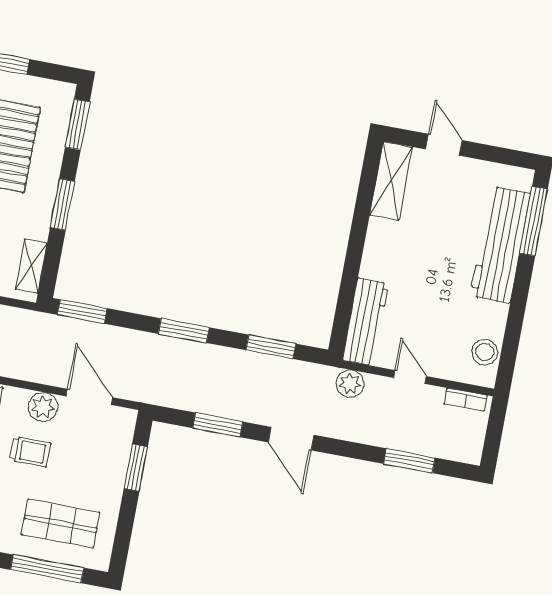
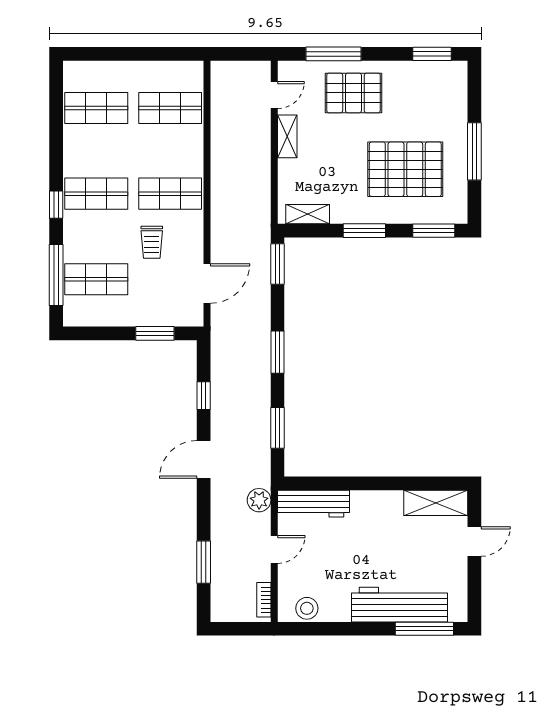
plant: (43, 407) -> (191, 246), removed
window: (218, 425) -> (204, 396), width x0.67
shop shelf: (61, 523) -> (96, 279), turned 90

